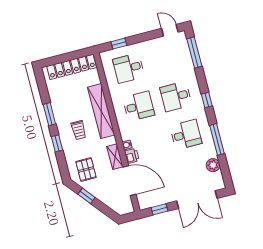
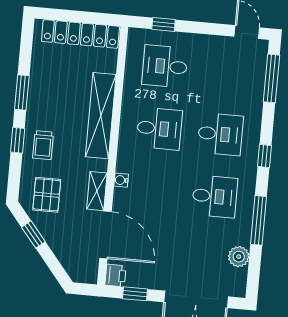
desk: (176, 96) -> (220, 134), turned 180
trolley: (79, 130) -> (43, 145), moved
printer: (132, 156) -> (115, 275), moved

